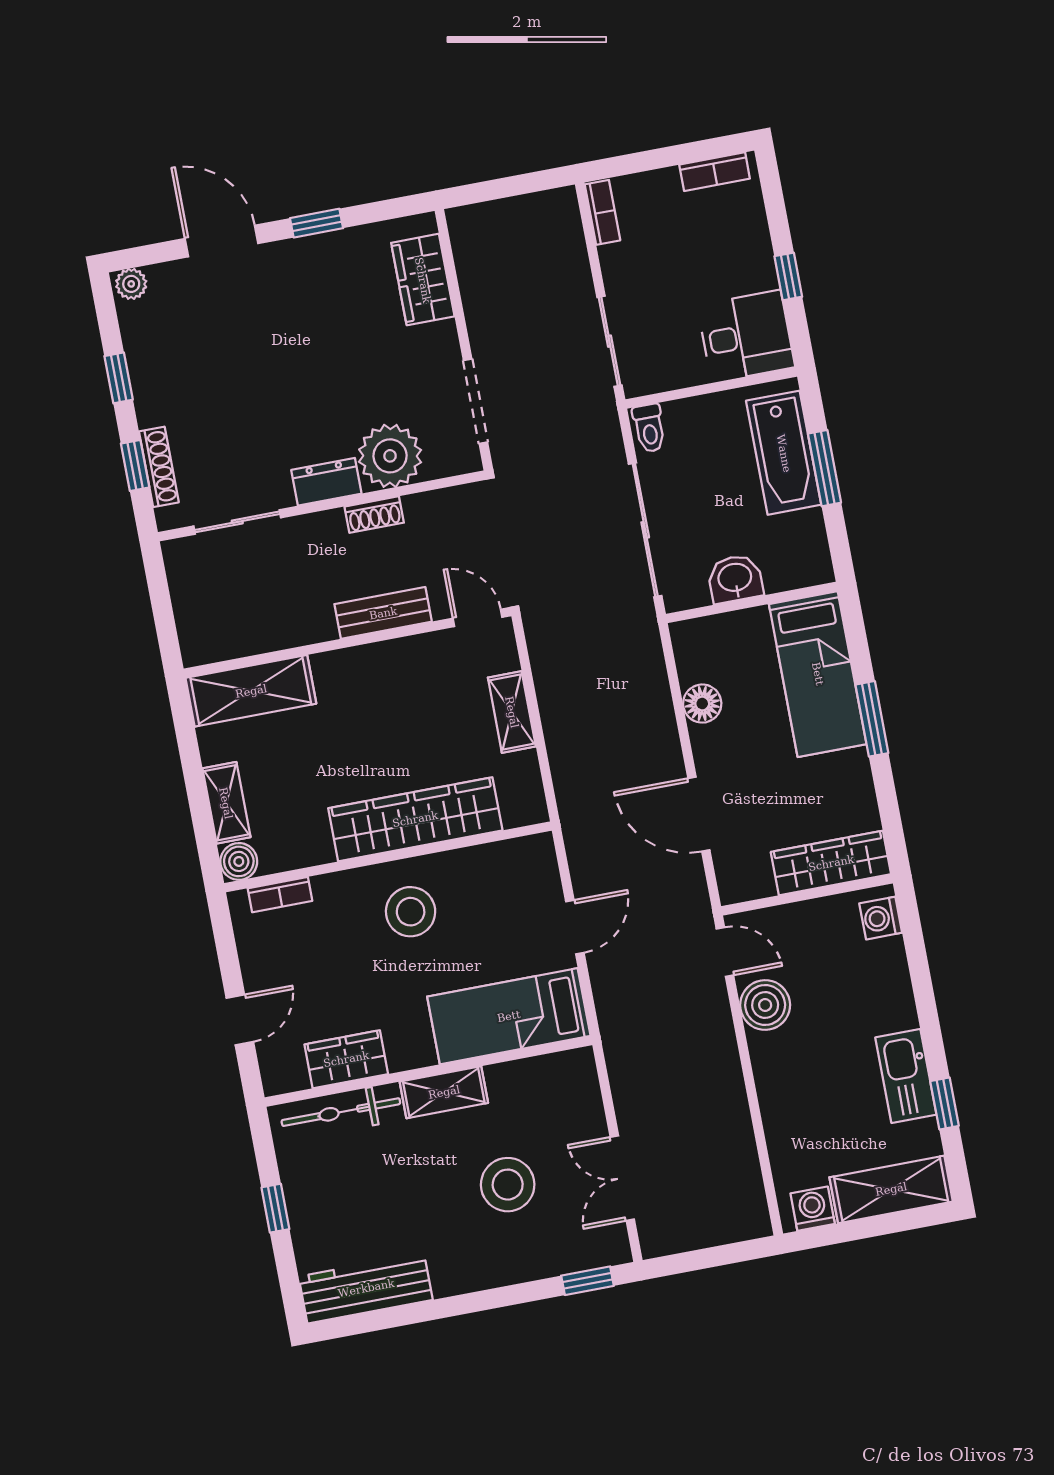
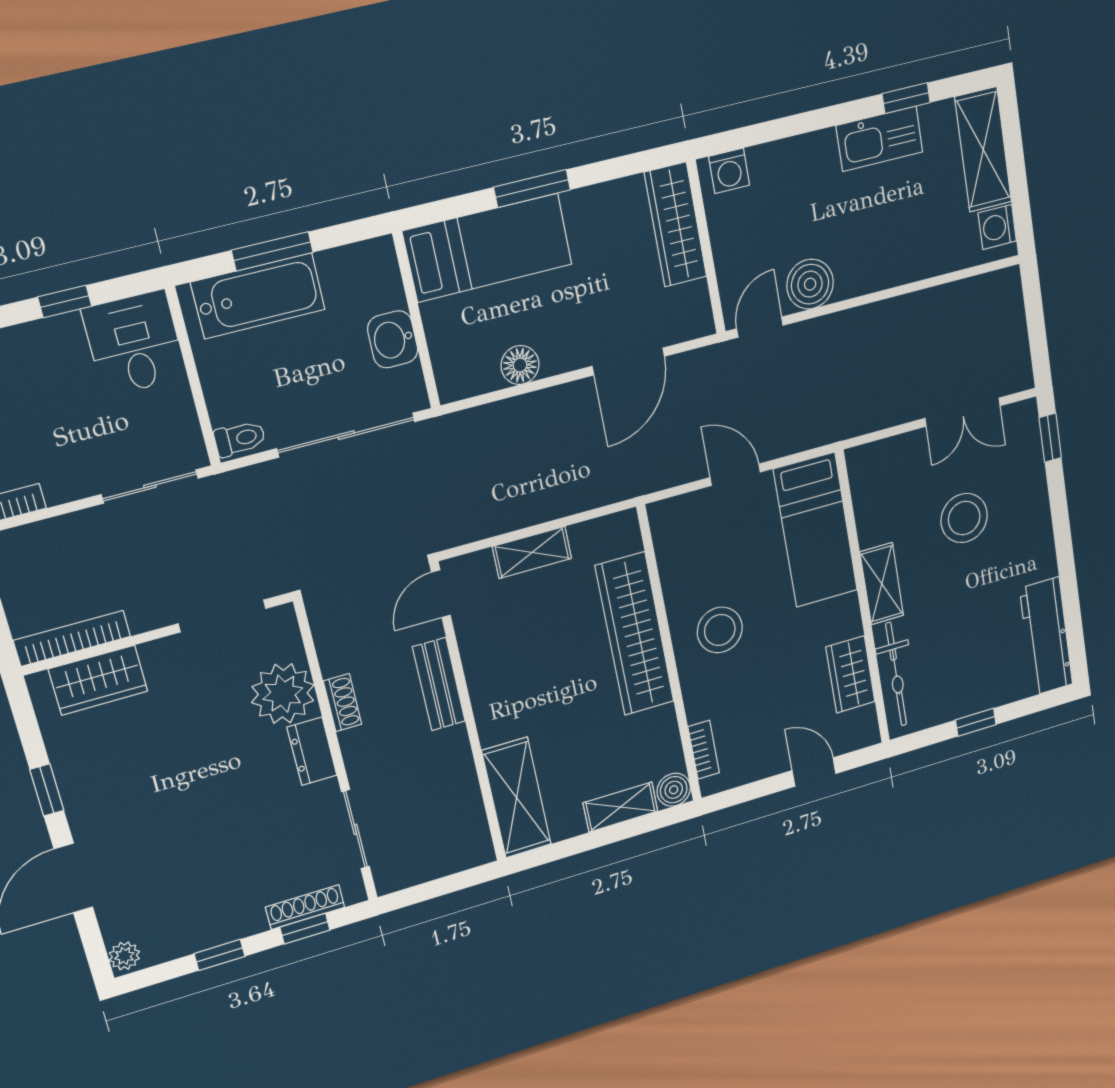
bookcase: (467, 258) -> (72, 638), added

